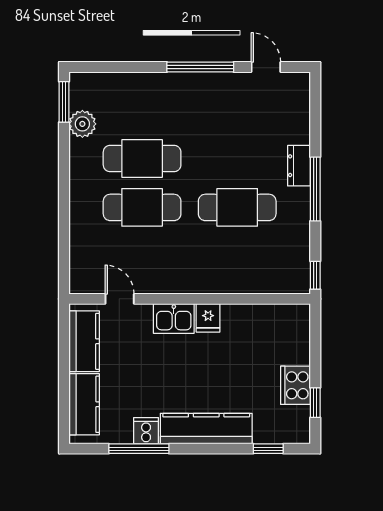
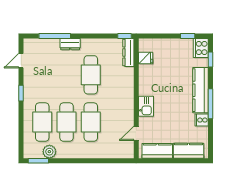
window: (200, 67) -> (21, 93), width x0.46
cafe table: (142, 110) -> (42, 122), added
window: (315, 189) -> (55, 36), moved
dresser: (282, 283) -> (128, 53), added
fridge: (208, 318) -> (146, 58), moved
cooker: (296, 385) -> (201, 48), moved, turned 90
window: (139, 449) -> (211, 104), moved

